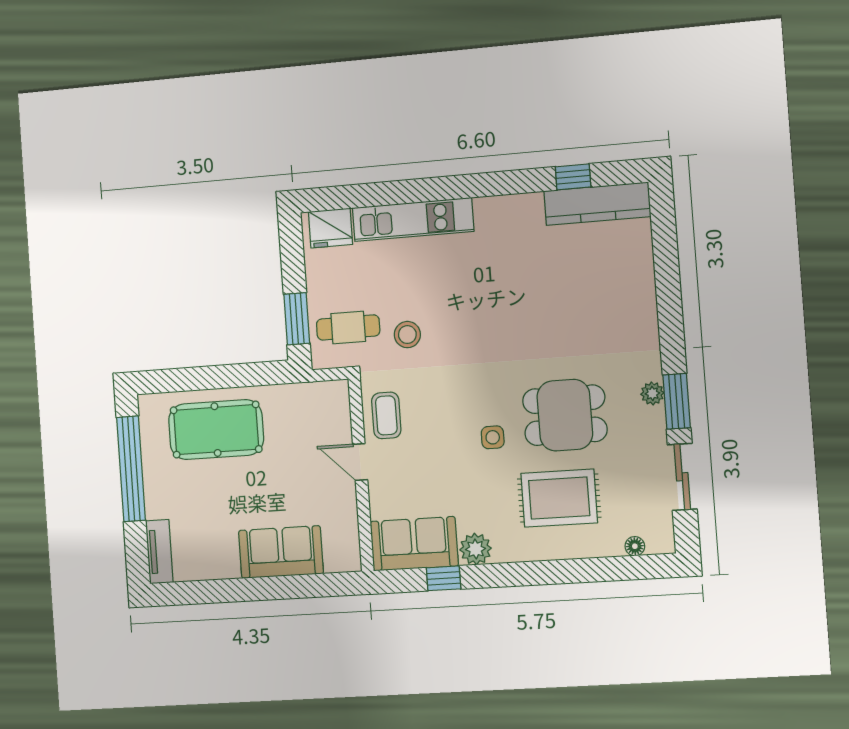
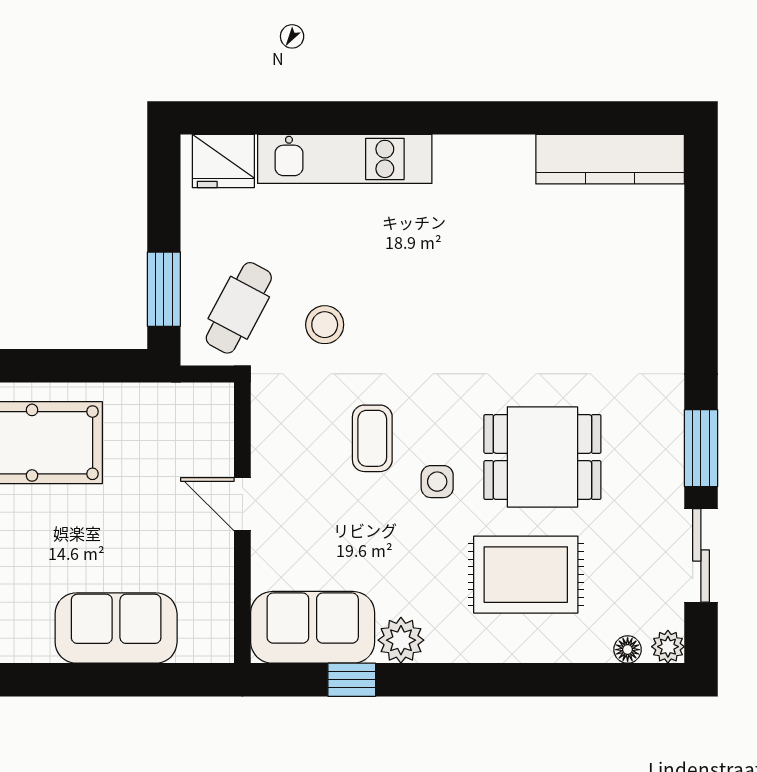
window: (573, 177) -> (579, 118), removed
cafe table: (348, 327) -> (239, 308), turned -62
plant: (652, 393) -> (668, 647), moved
coffee table: (386, 415) -> (372, 438), moved

